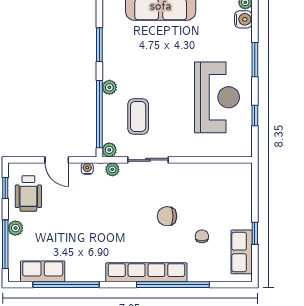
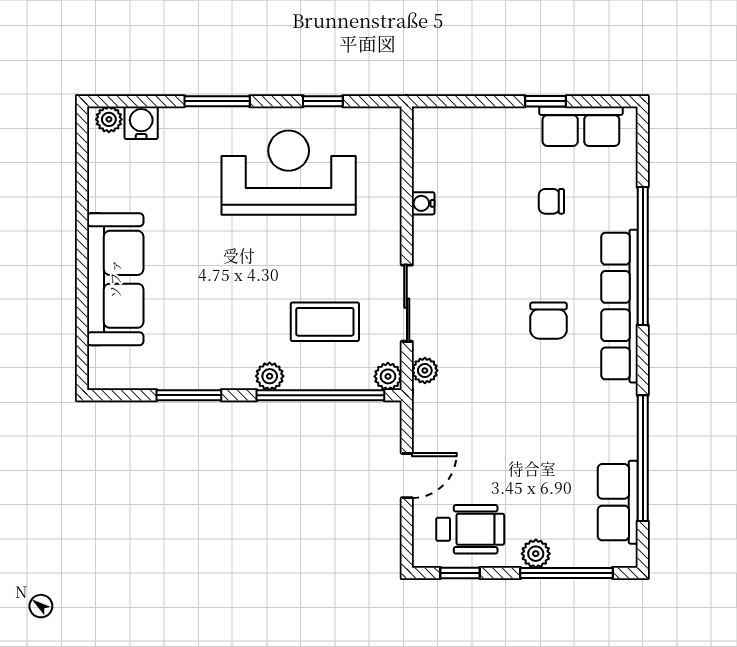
water cooler: (87, 168) -> (423, 203), moved
chair: (167, 216) -> (548, 321), moved

